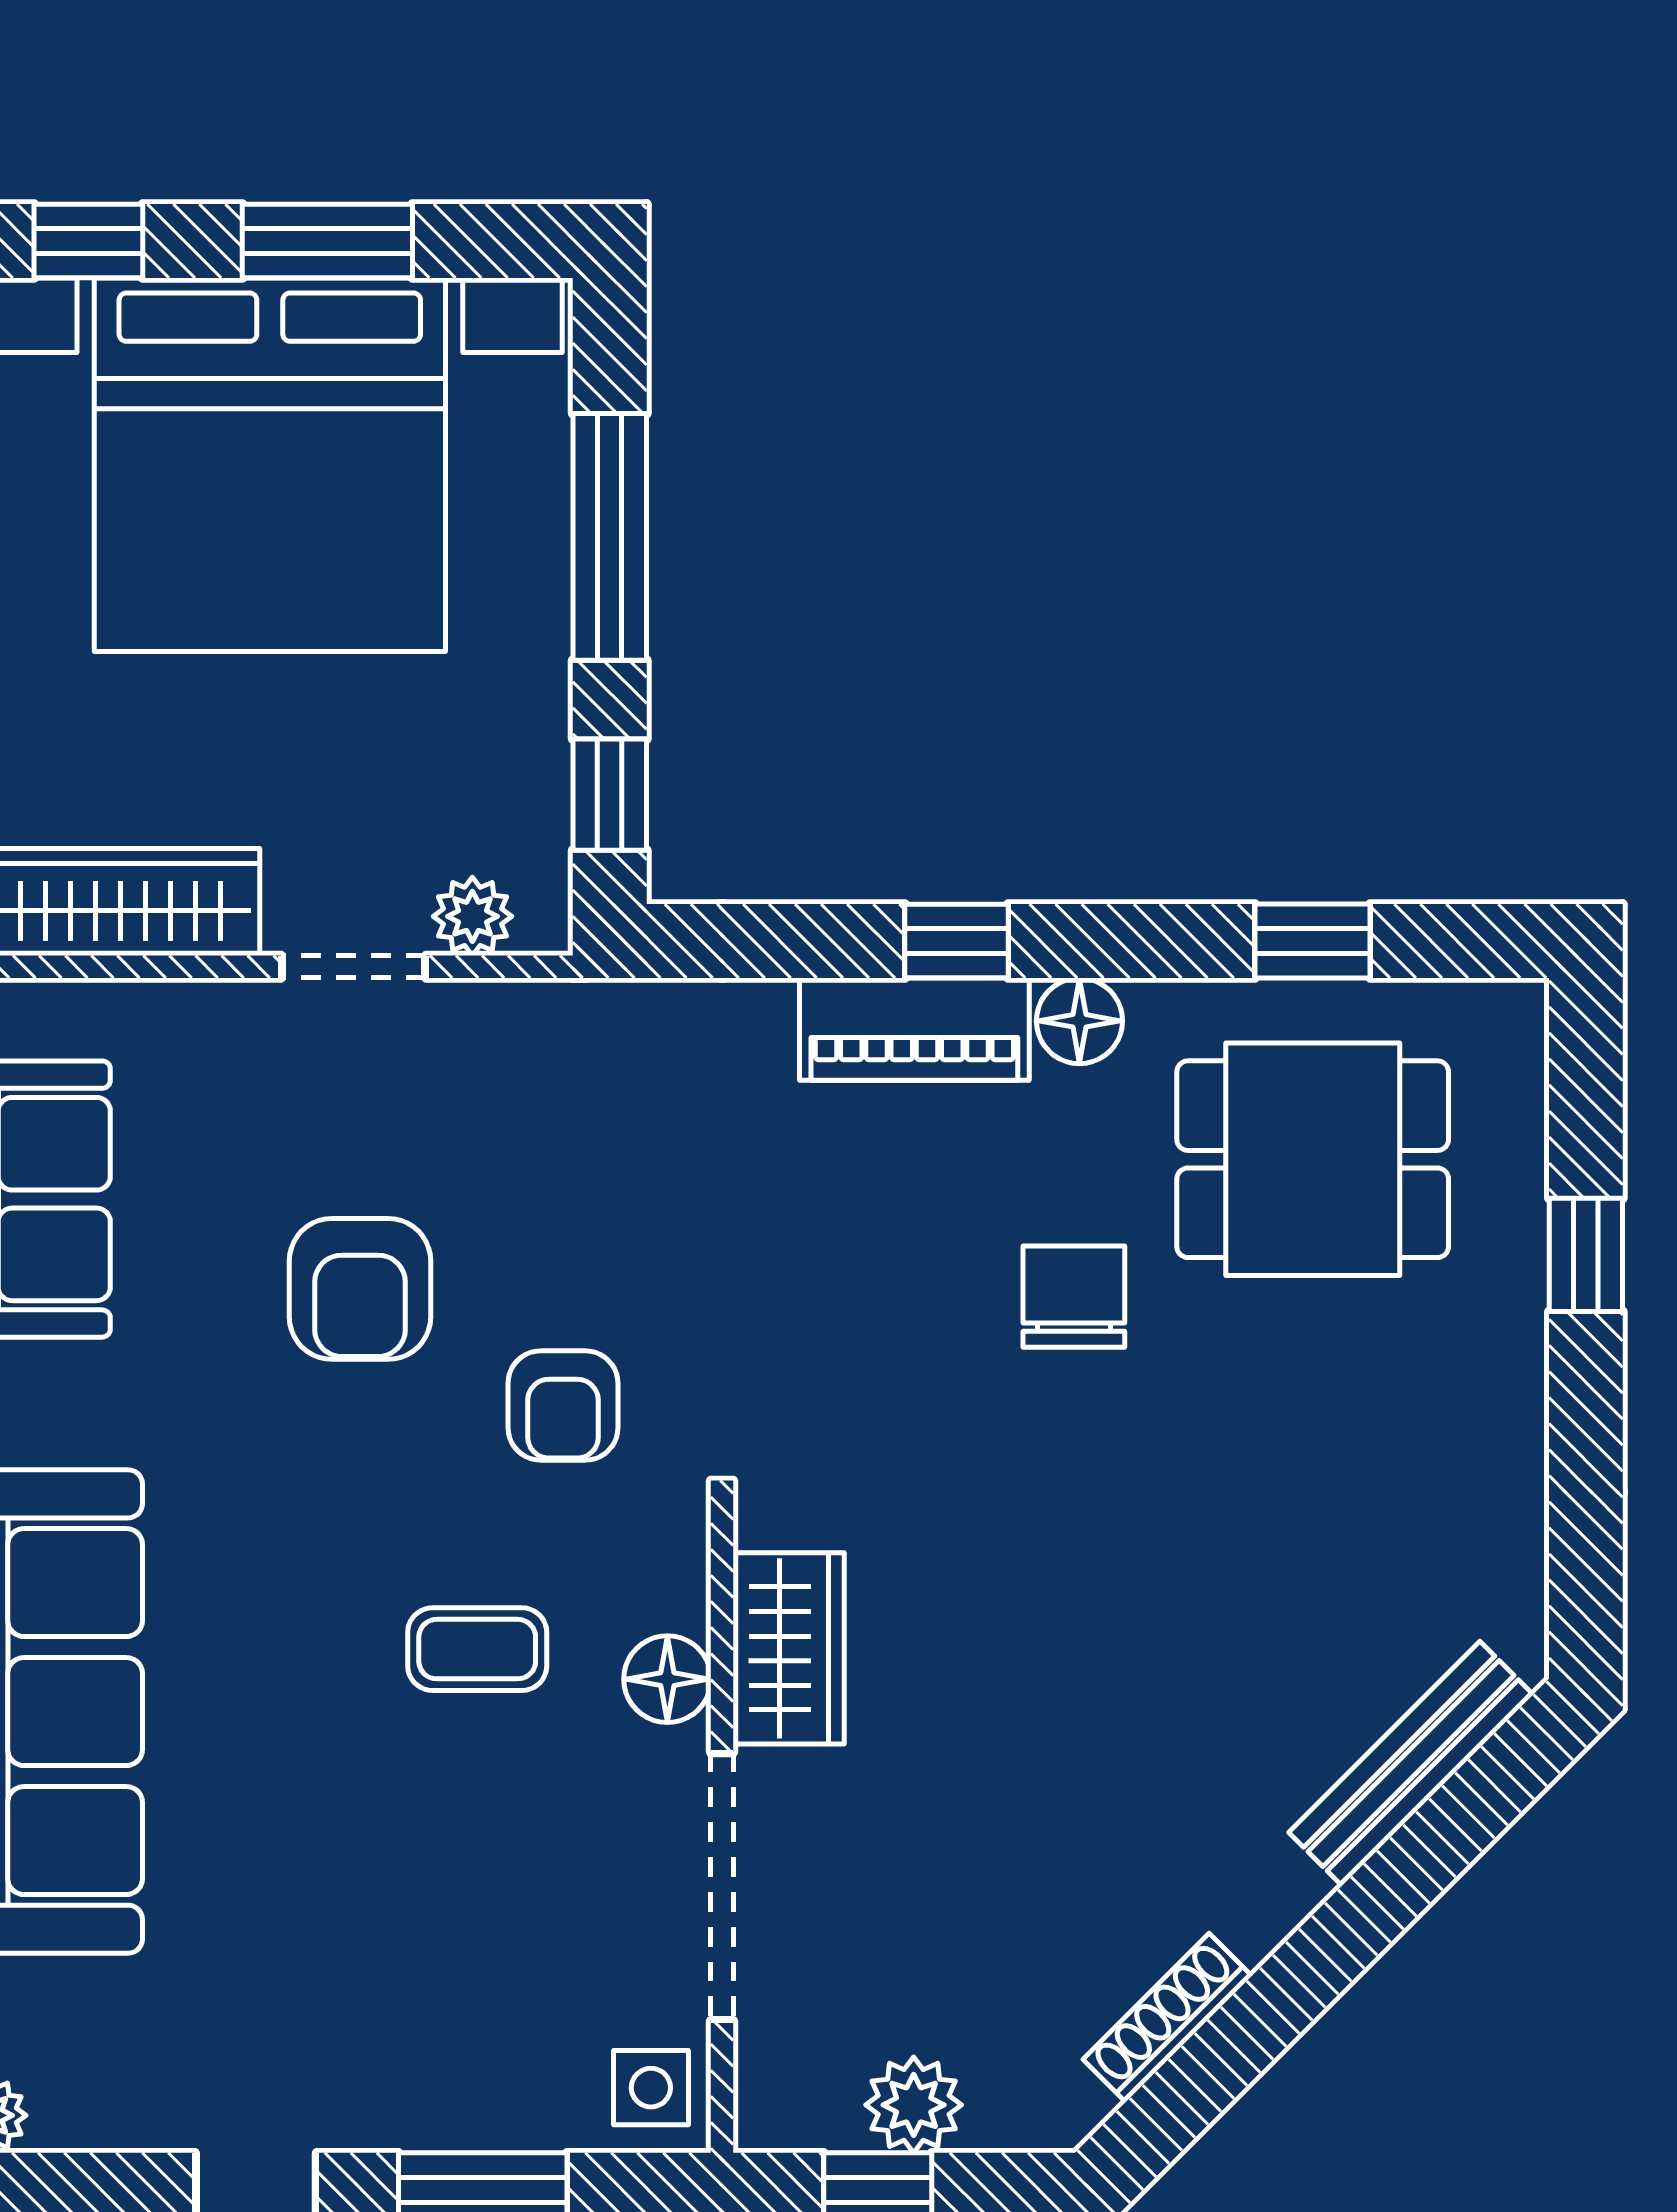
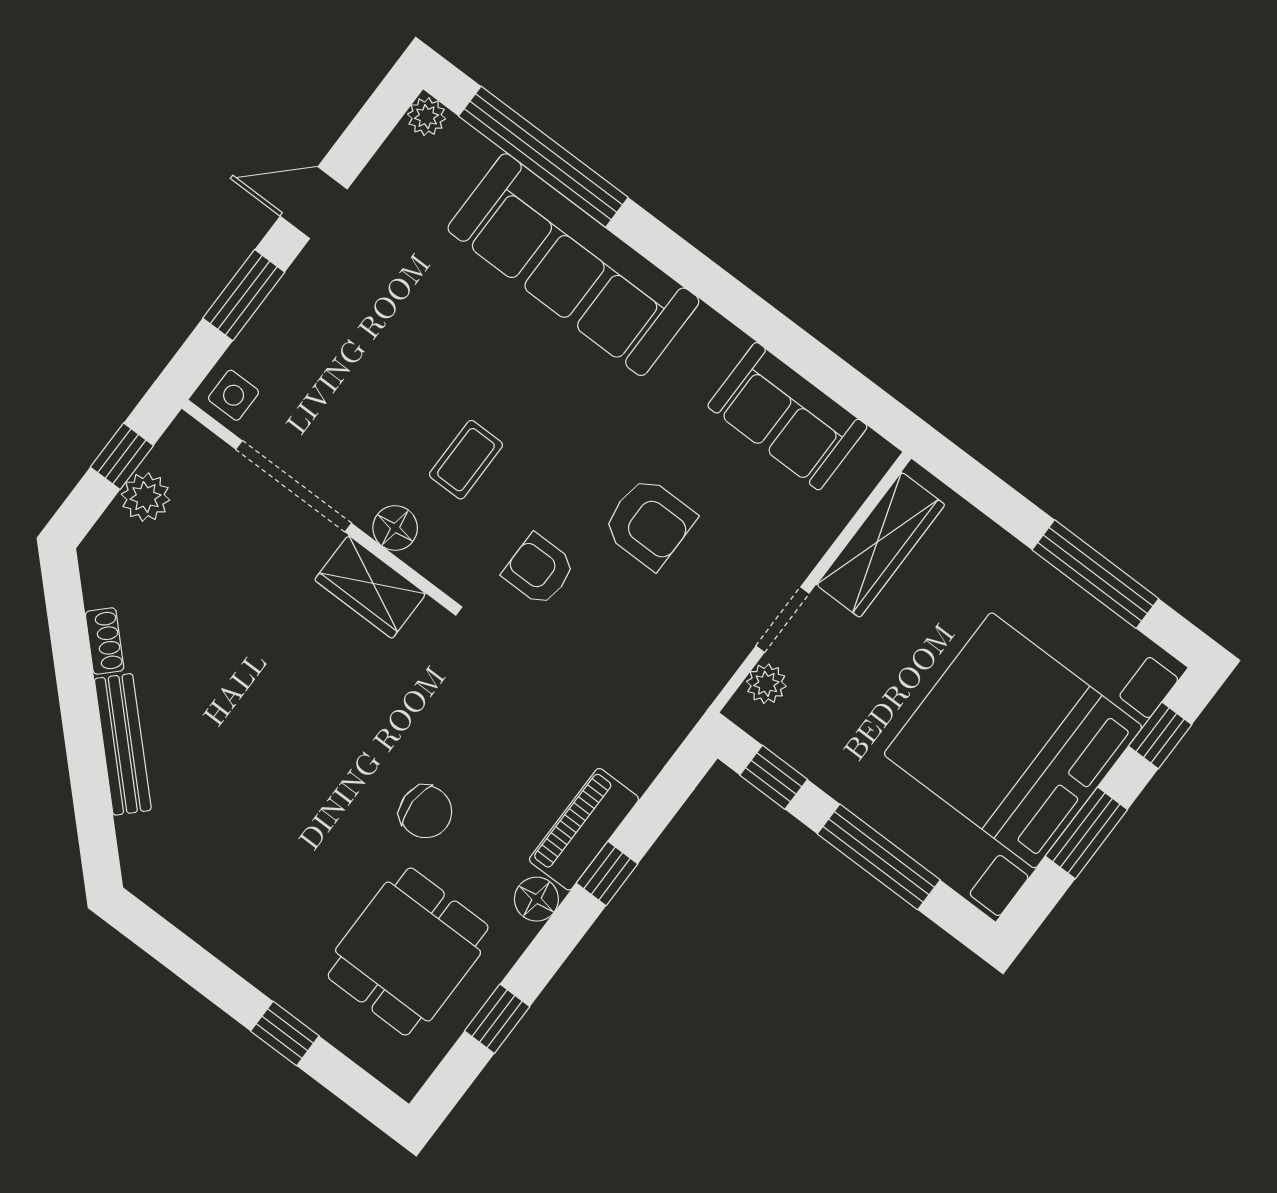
armchair: (360, 1289) -> (649, 523), turned 180
bench: (1411, 1764) -> (123, 744), moved
shoe rack: (1168, 2018) -> (105, 641), width x0.70

